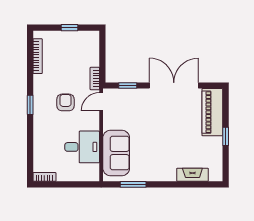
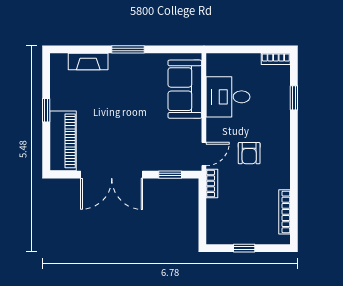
window: (30, 105) -> (294, 98), moved
window: (133, 184) -> (128, 49), moved

